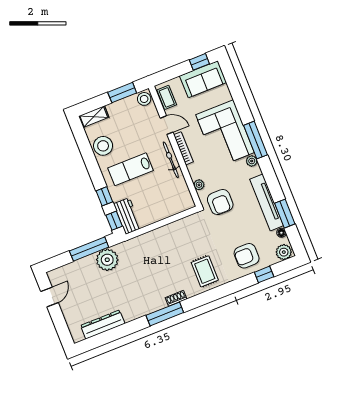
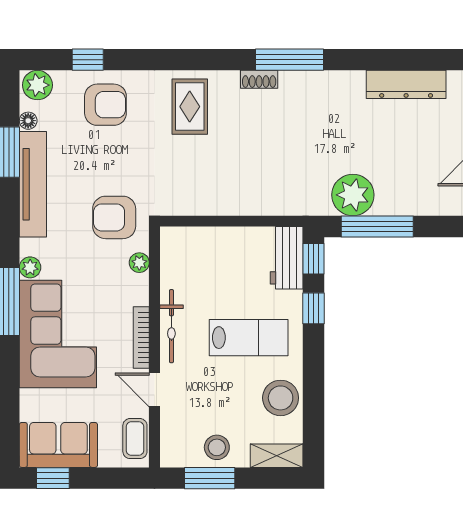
stool: (144, 99) -> (217, 447), moved
armchair: (220, 202) -> (114, 217), turned -90

